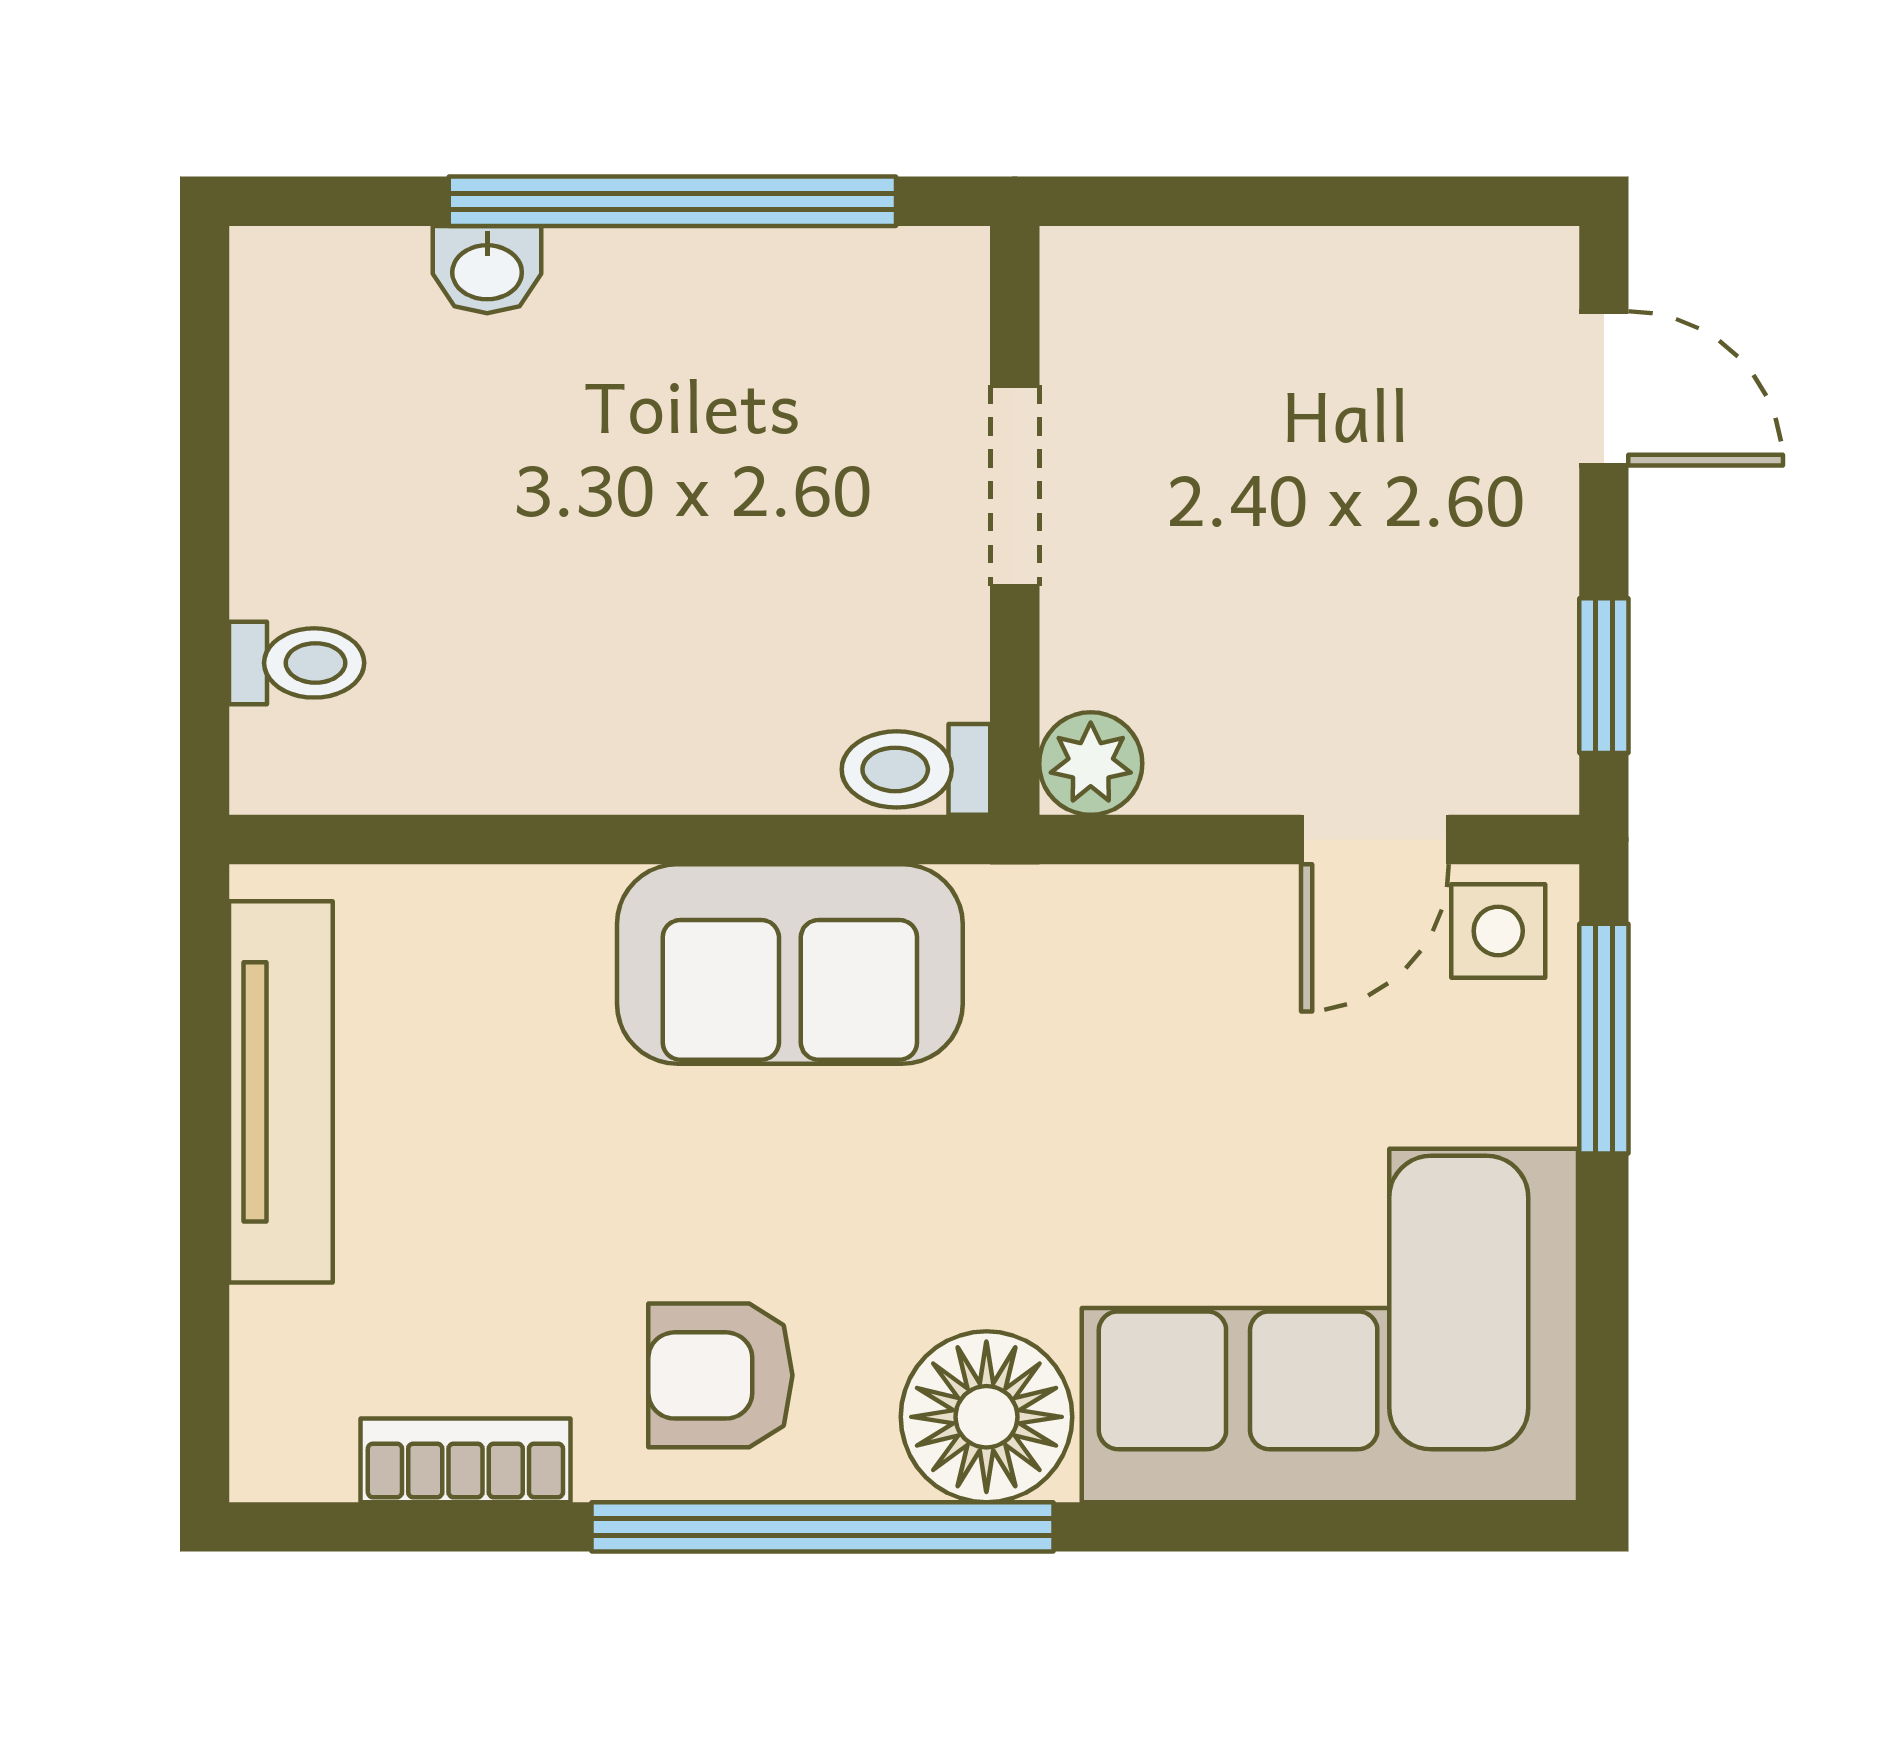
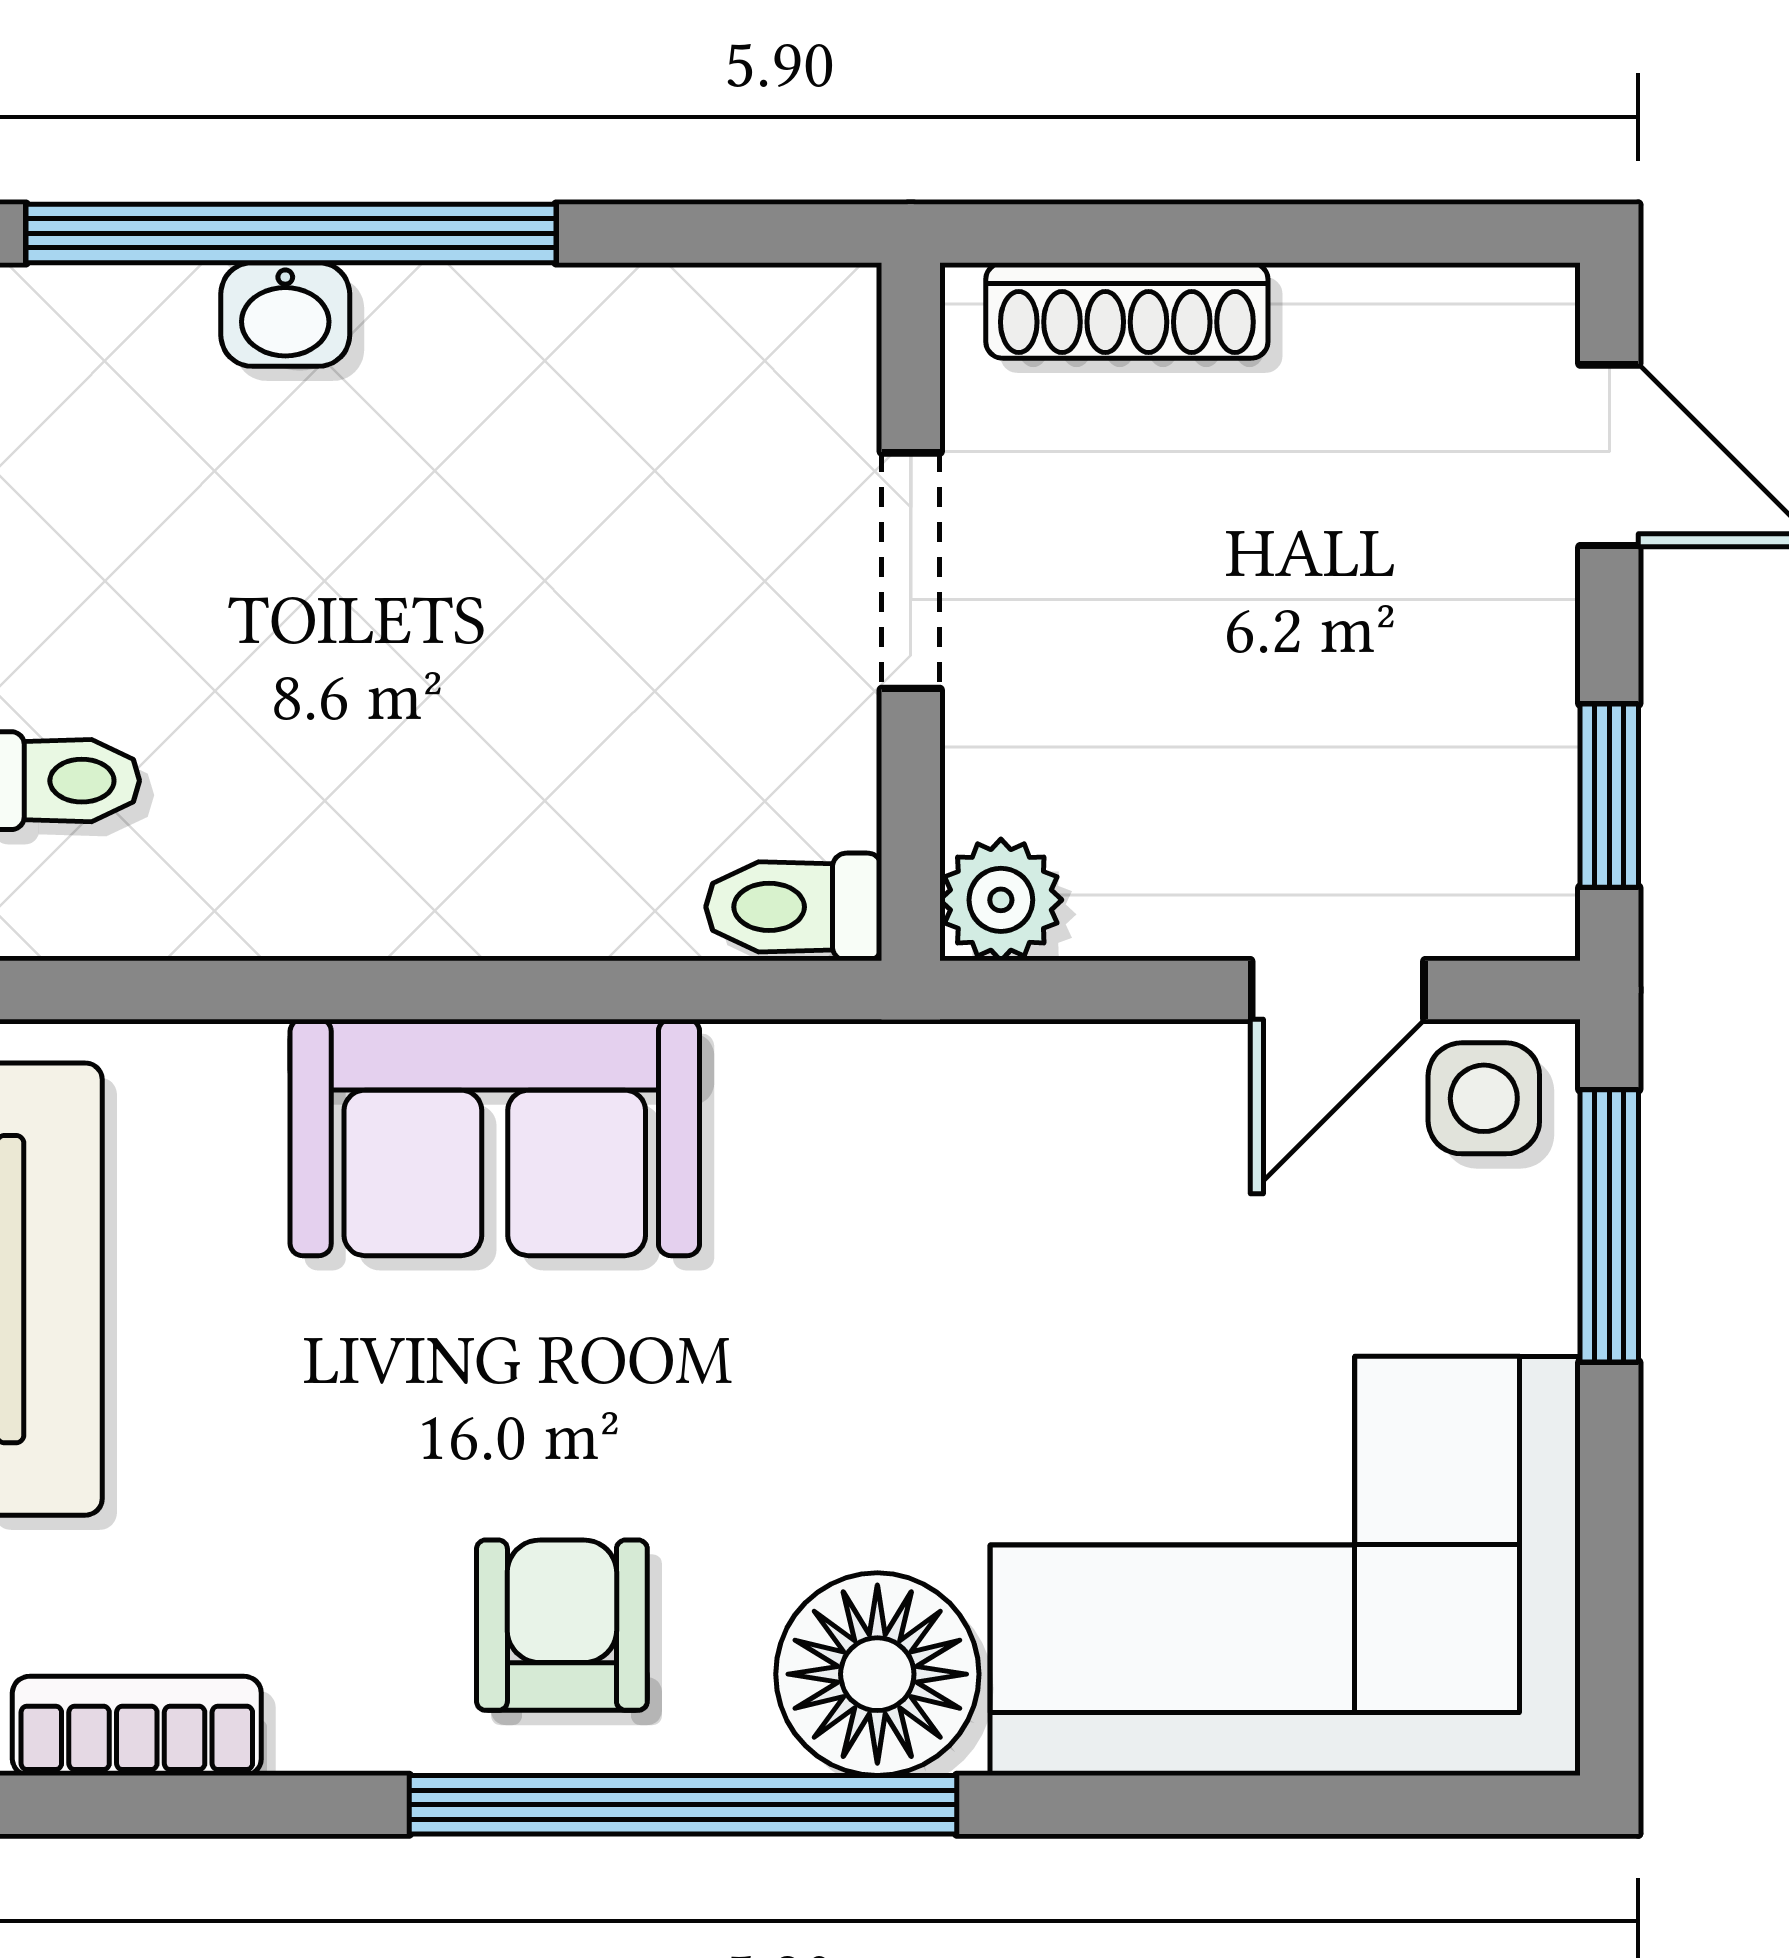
window: (672, 201) -> (291, 233), moved
shoe rack: (1197, 266) -> (1127, 310), added
sofa: (790, 964) -> (495, 1137), moved
armchair: (720, 1375) -> (562, 1625), turned 90
bookcase: (465, 1460) -> (137, 1726), moved

